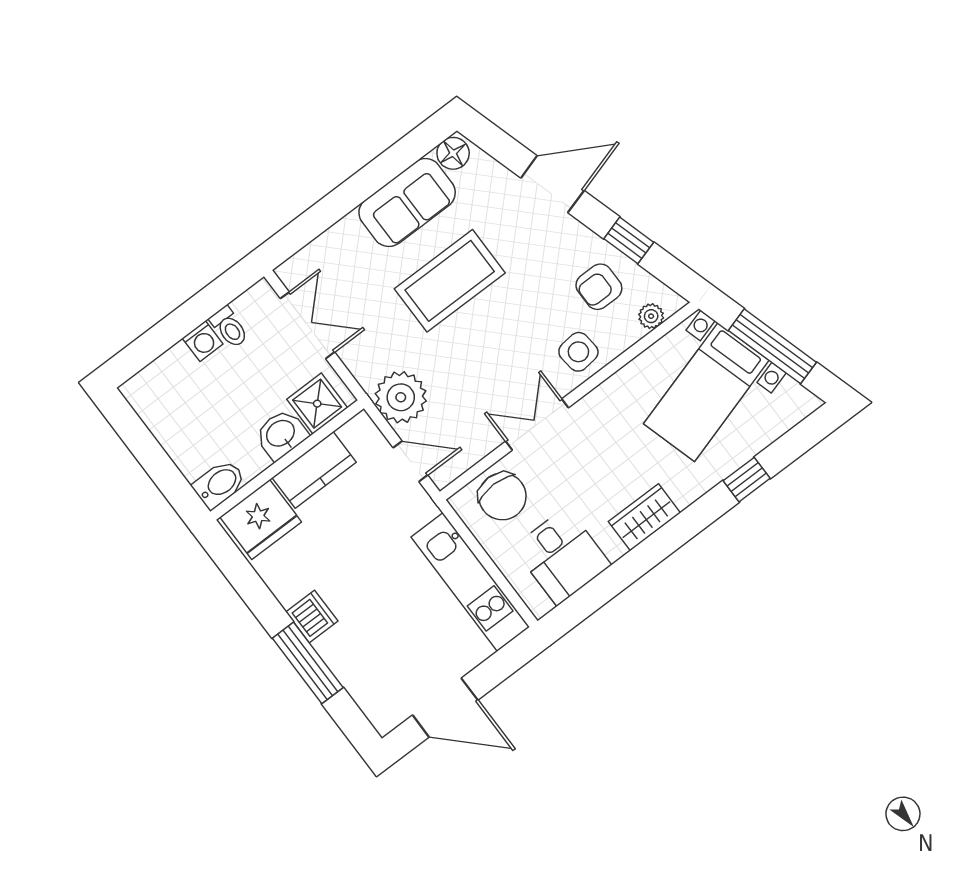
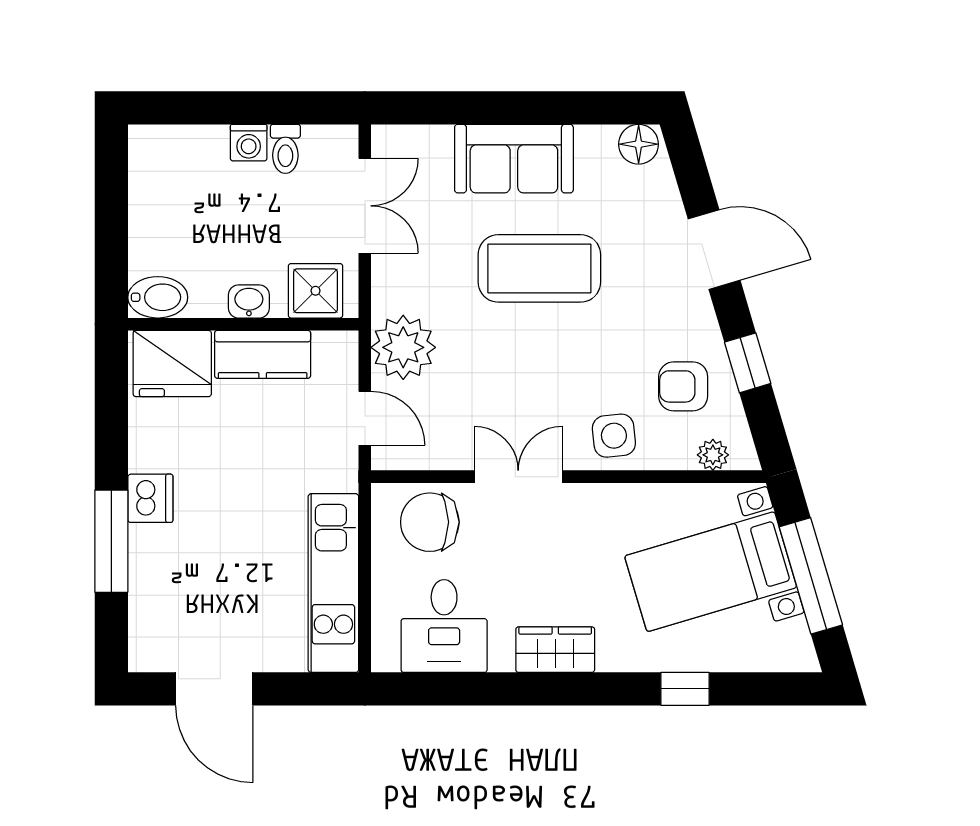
sofa: (407, 203) -> (514, 159), moved
washbasin: (281, 434) -> (249, 301), width x0.72, depth x0.69
chair: (502, 496) -> (430, 522), turned 90

